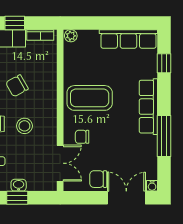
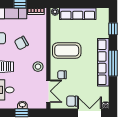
row of seats: (128, 39) -> (78, 14), moved
row of seats: (148, 107) -> (103, 62), width x1.36
stool: (24, 126) -> (38, 67), moved
window: (164, 136) -> (113, 63), moved

